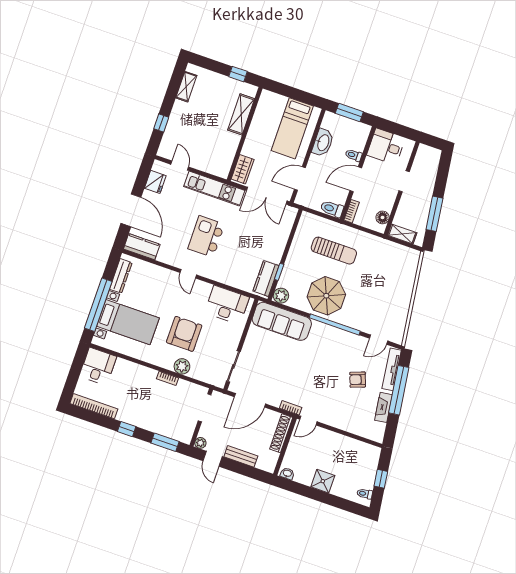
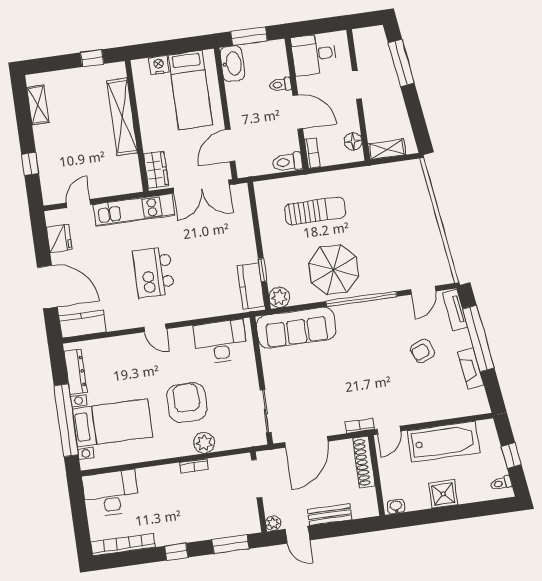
nightstand: (280, 101) -> (159, 65), added
shelving: (241, 114) -> (122, 117), width x1.47
washbasin: (323, 143) -> (232, 64), moved
door: (180, 166) -> (78, 204), hinge flipped
door: (356, 179) -> (298, 112), swing flipped
window: (434, 214) -> (401, 63), moved
desk: (98, 366) -> (111, 493), width x1.37
tv unit: (392, 369) -> (455, 310), width x0.71
bathtub: (341, 447) -> (444, 442), added

